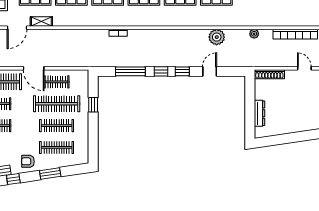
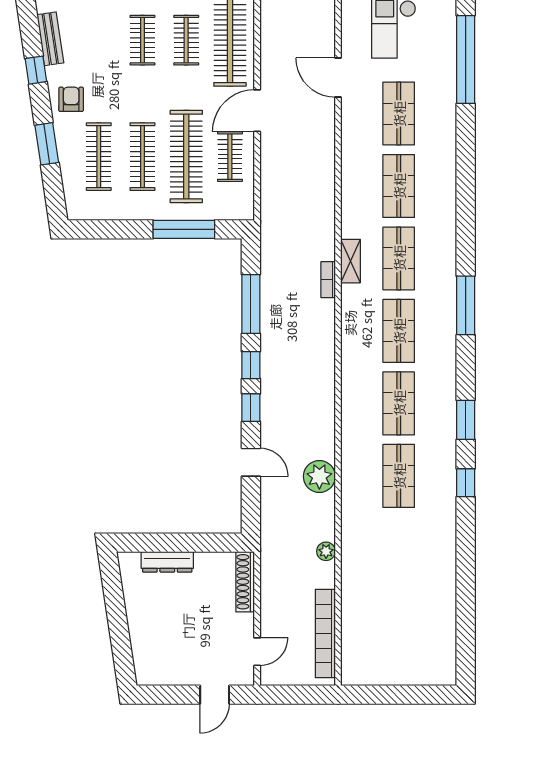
shelving: (41, 22) -> (350, 261), moved
window: (93, 105) -> (184, 229), width x2.17

